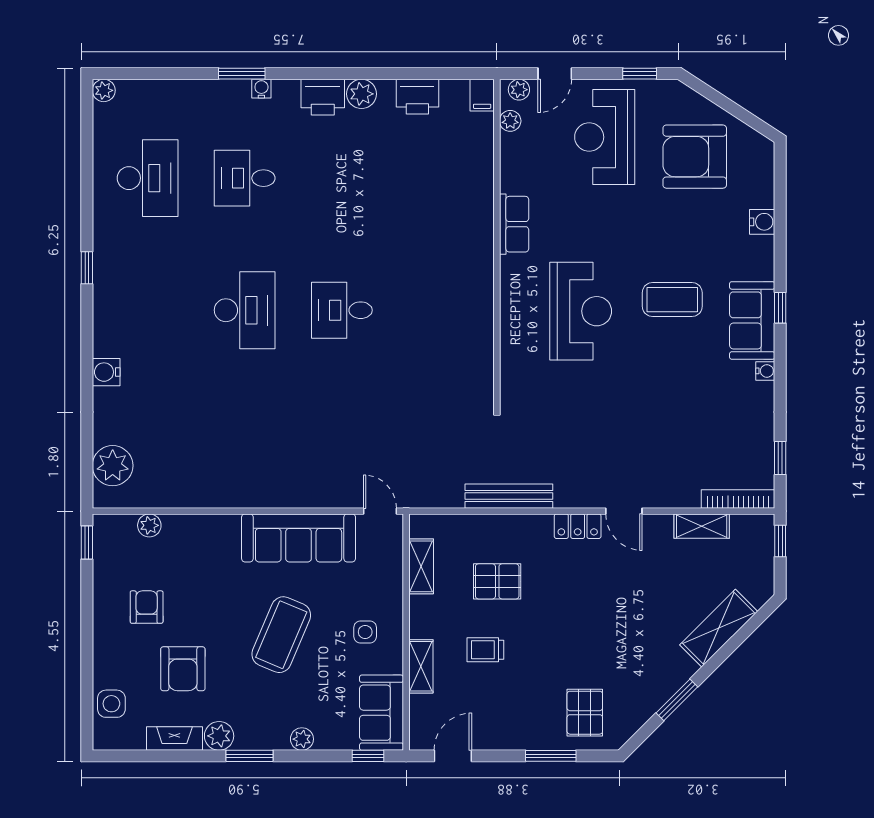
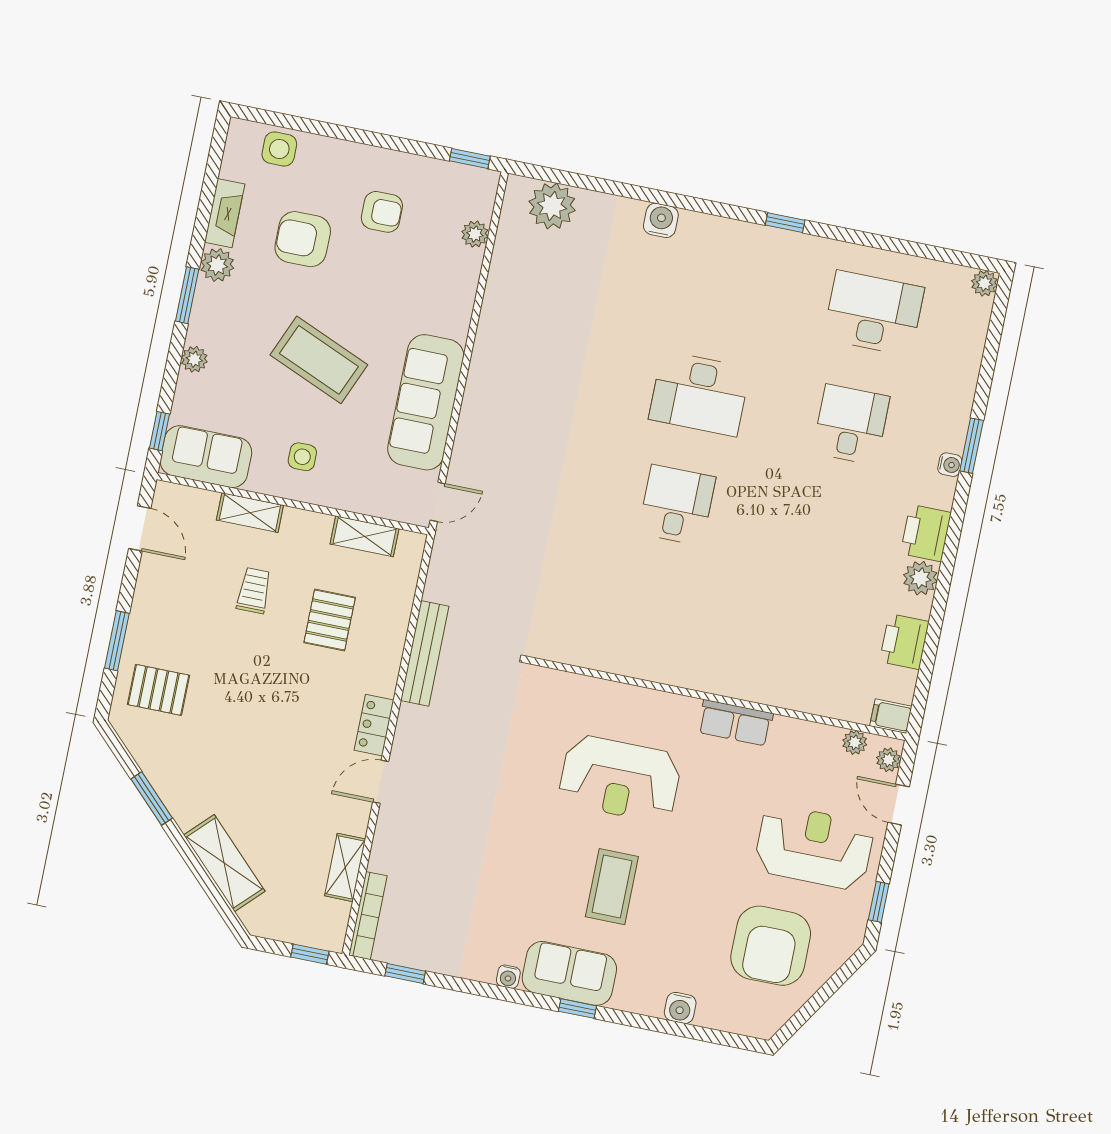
armchair: (695, 157) -> (771, 946), turned 180
desk: (148, 178) -> (874, 313), turned 180

